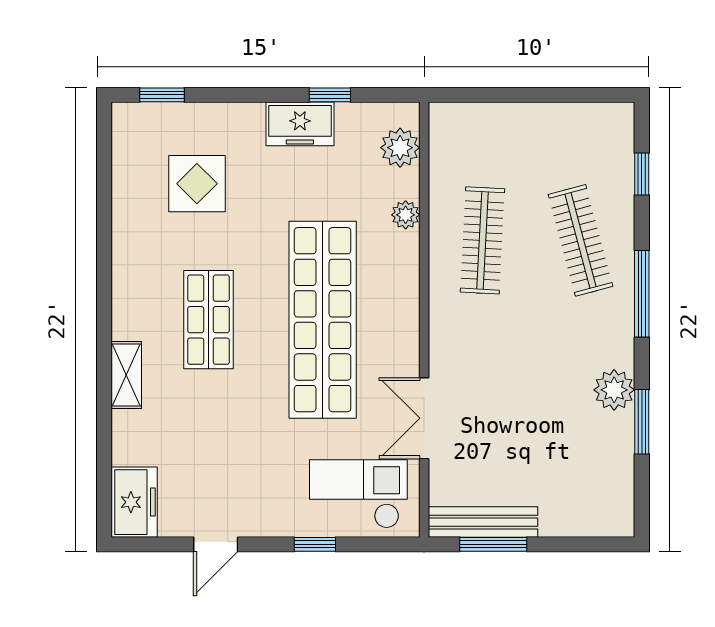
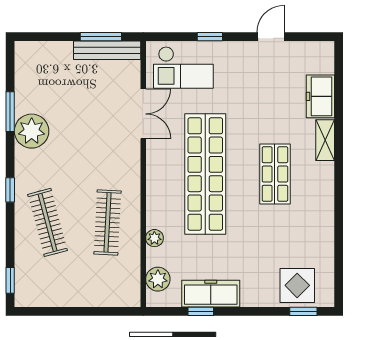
freezer: (300, 124) -> (211, 294), width x1.40
window: (642, 174) -> (10, 280), moved
display table: (197, 184) -> (297, 285), moved
window: (642, 294) -> (10, 190), width x0.46
plant: (614, 390) -> (32, 131), width x1.36, depth x1.36
freezer: (134, 502) -> (320, 96), moved

